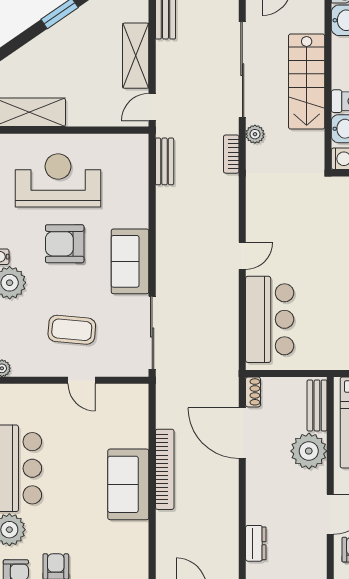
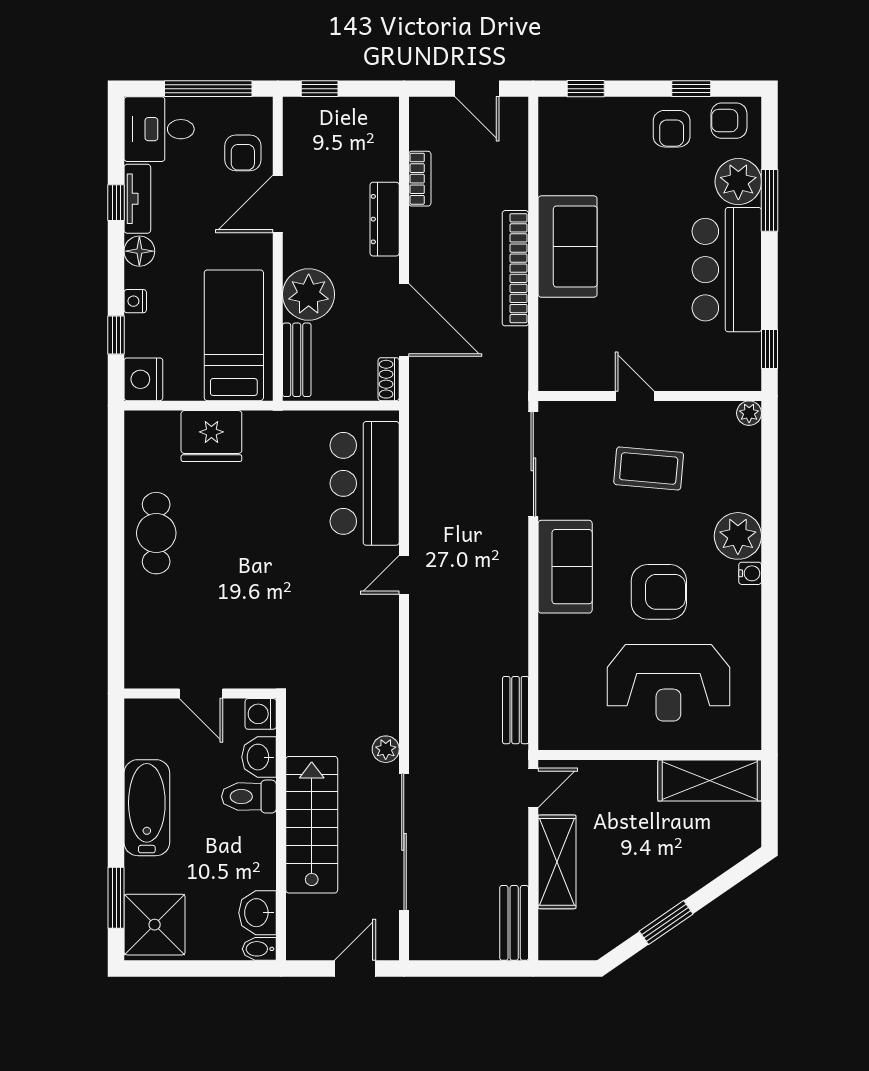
bookcase: (231, 154) -> (420, 179), moved
dresser: (256, 543) -> (385, 219), moved, width x1.44

